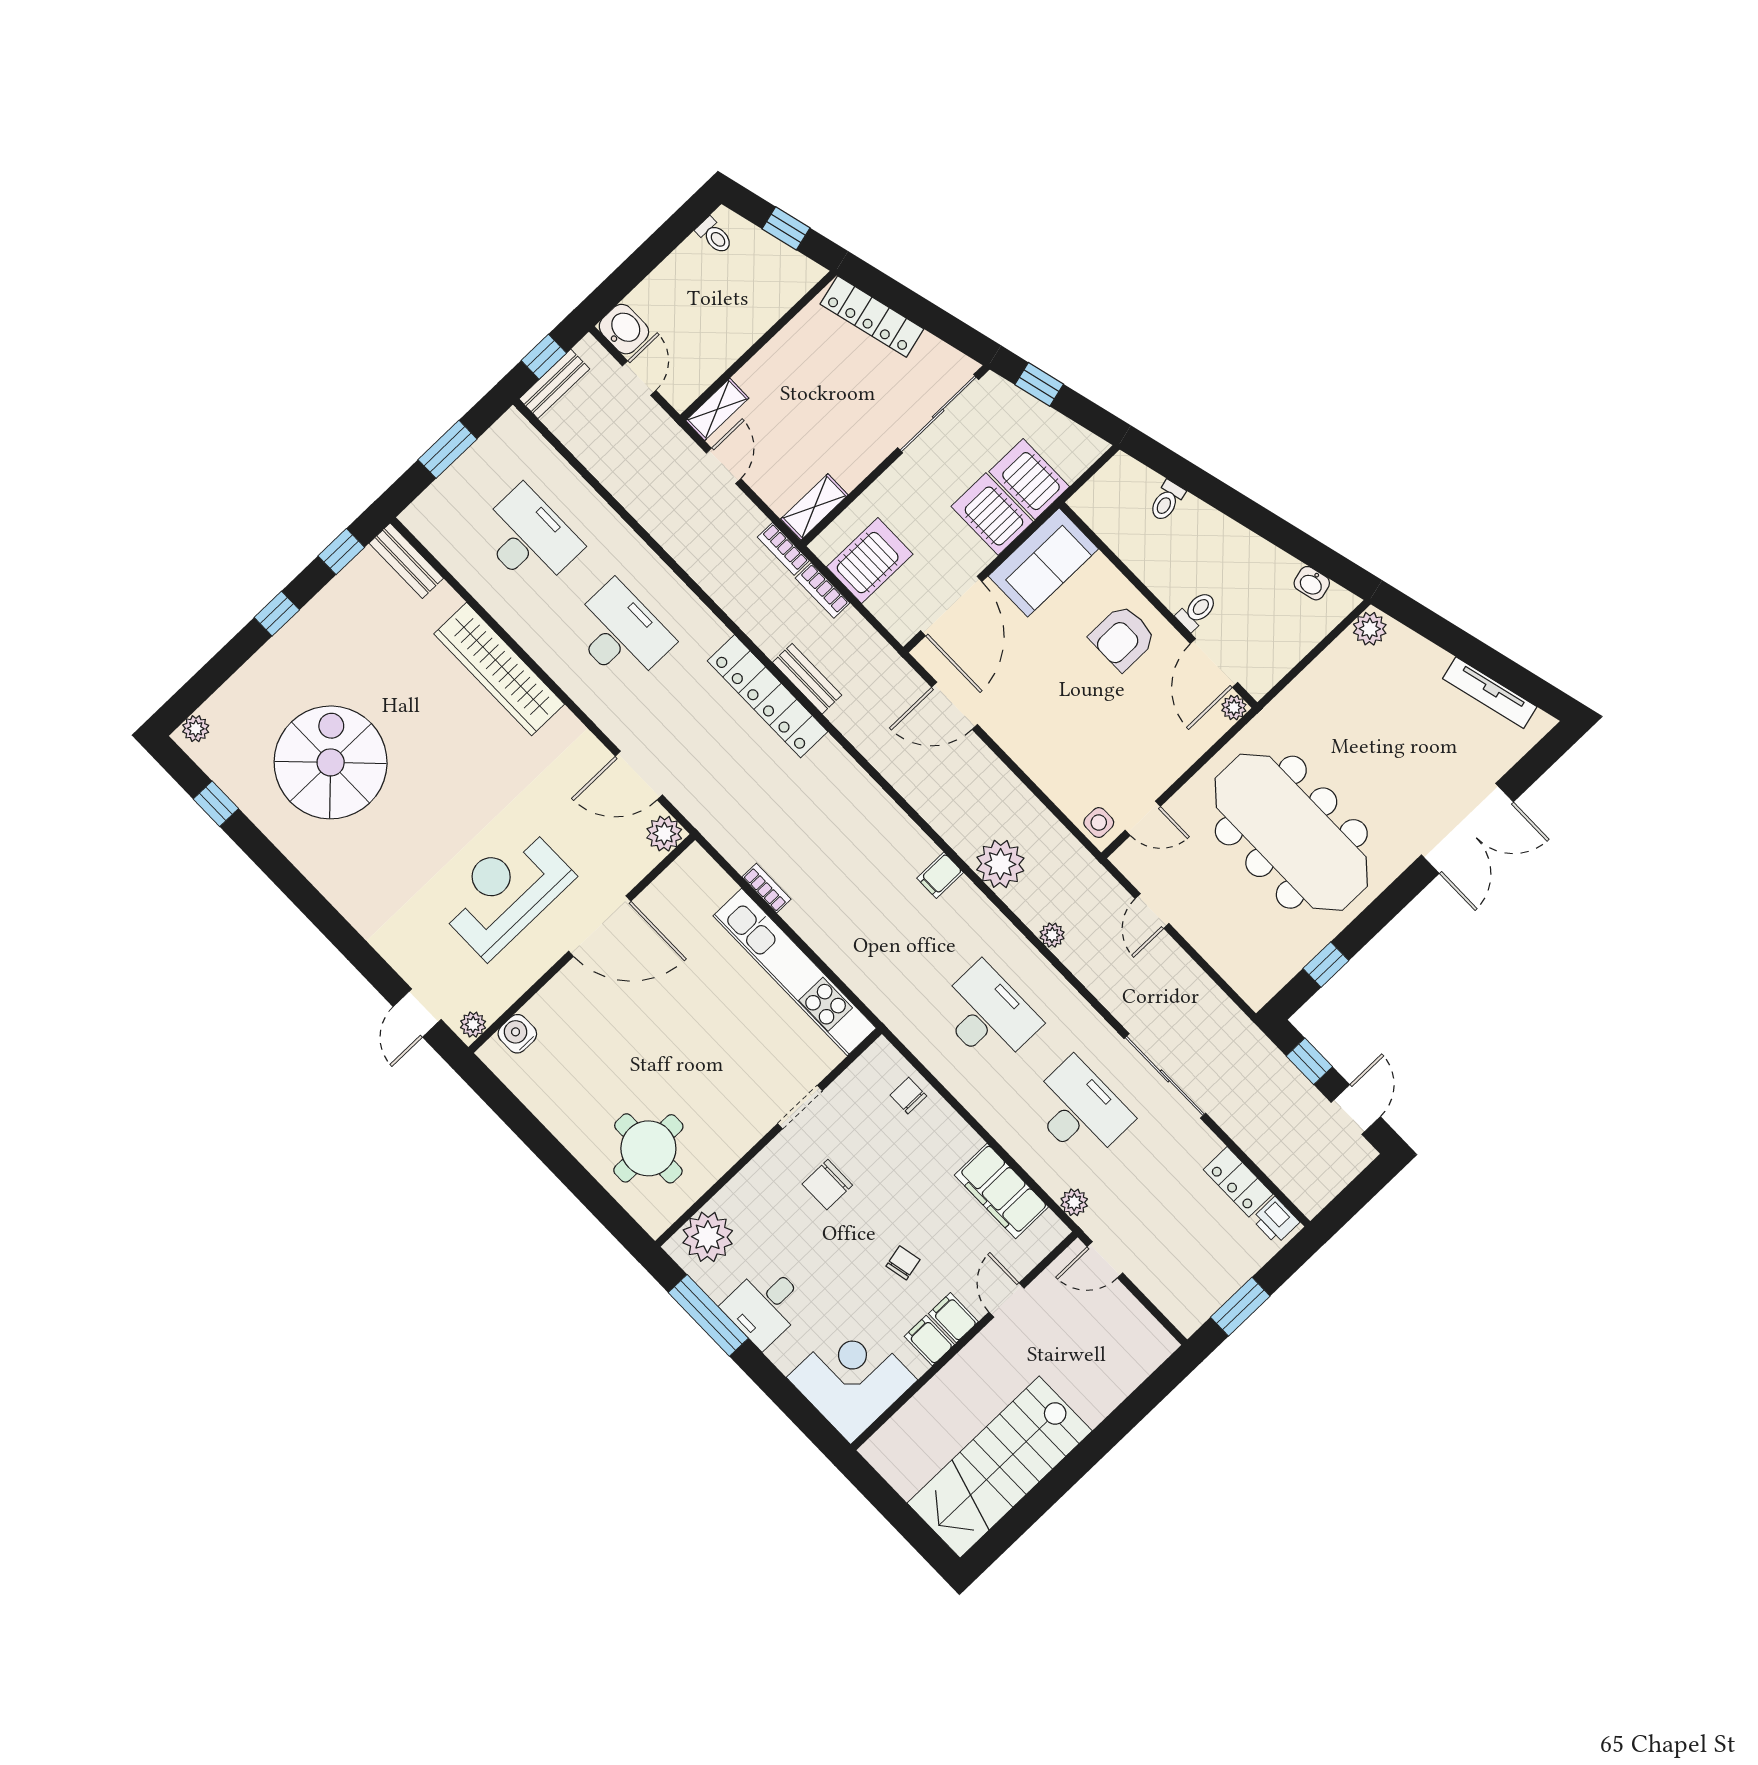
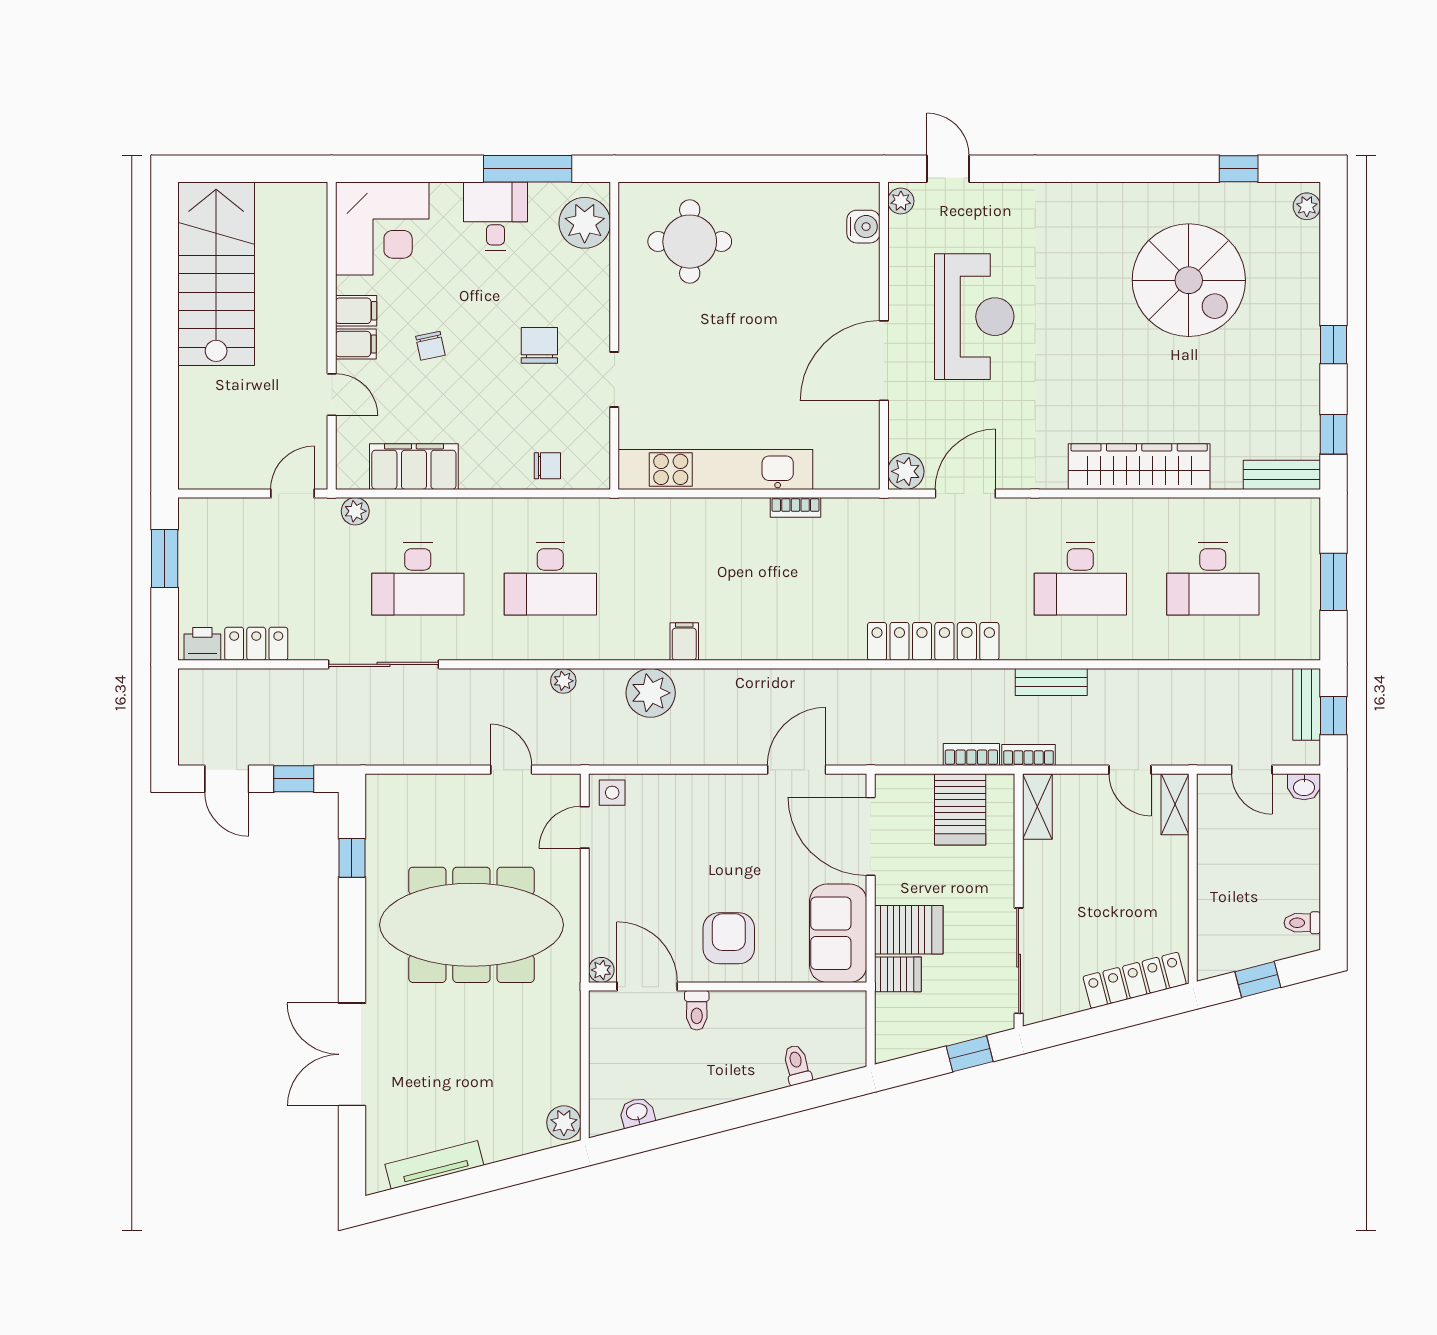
washbasin: (624, 329) -> (1304, 787), width x0.72, depth x0.69
server rack: (1029, 479) -> (898, 974), width x0.73, depth x0.70
bench: (807, 679) -> (1051, 682), moved

